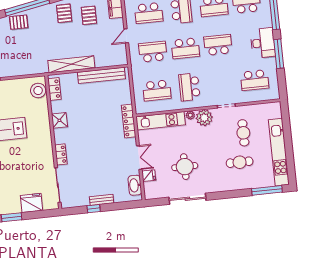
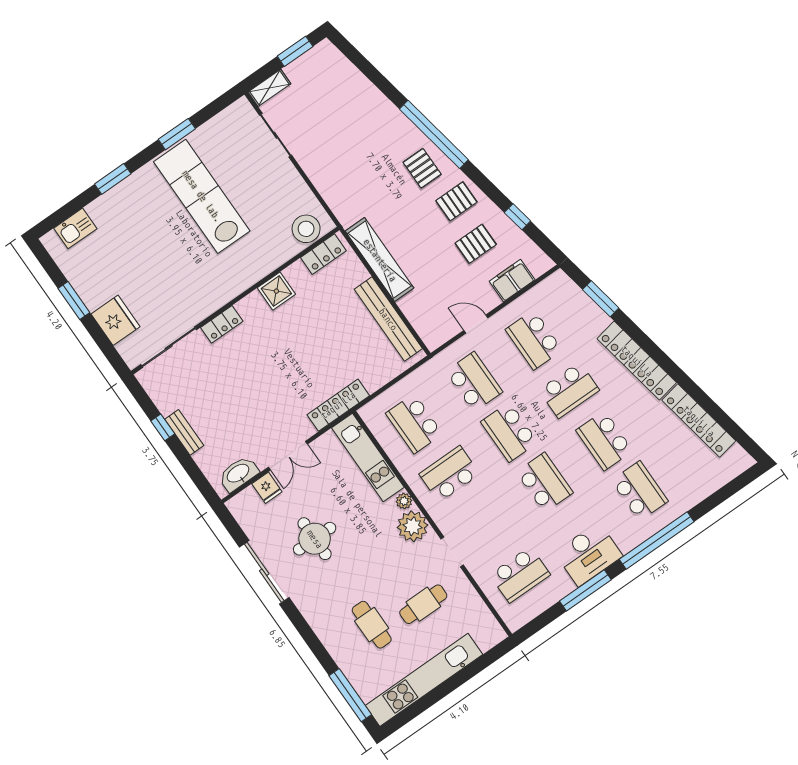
pallet: (19, 22) -> (422, 168), moved
school desk: (255, 80) -> (520, 575), turned -90

